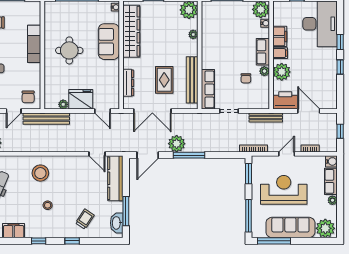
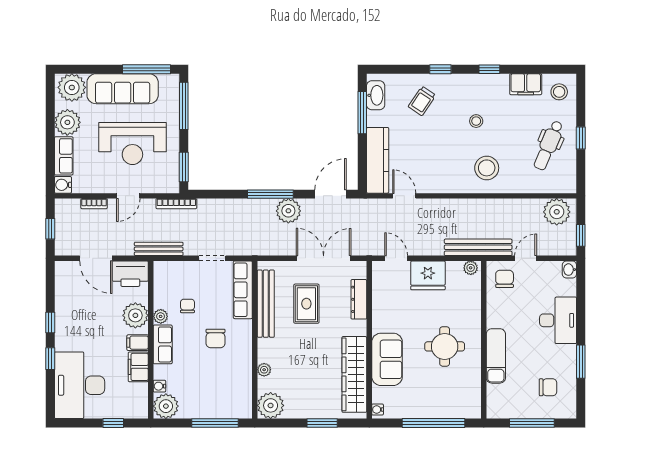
chair: (227, 56) -> (216, 338), added
plant: (63, 104) -> (471, 268), moved
plant: (332, 200) -> (67, 122), width x1.88, depth x1.88

